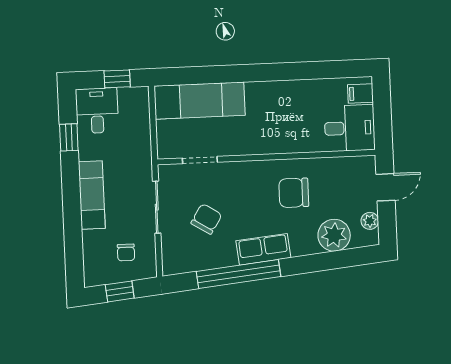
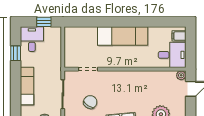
exam couch: (200, 101) -> (123, 36), moved
chair: (294, 193) -> (139, 90), removed
plant: (370, 221) -> (181, 75), moved

